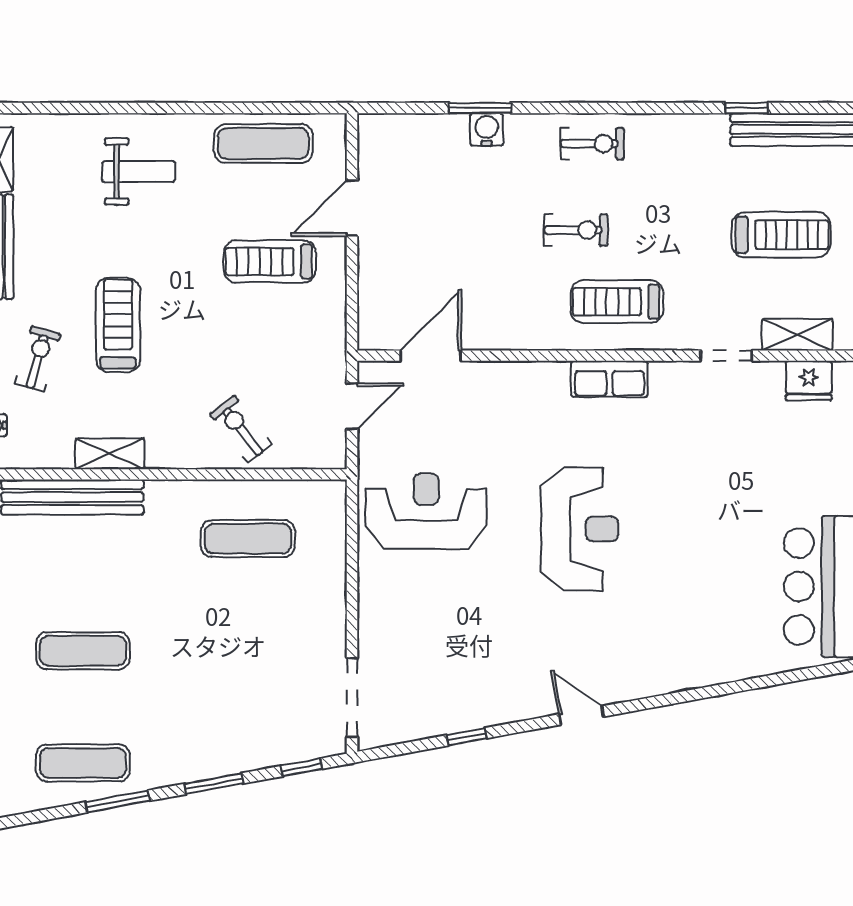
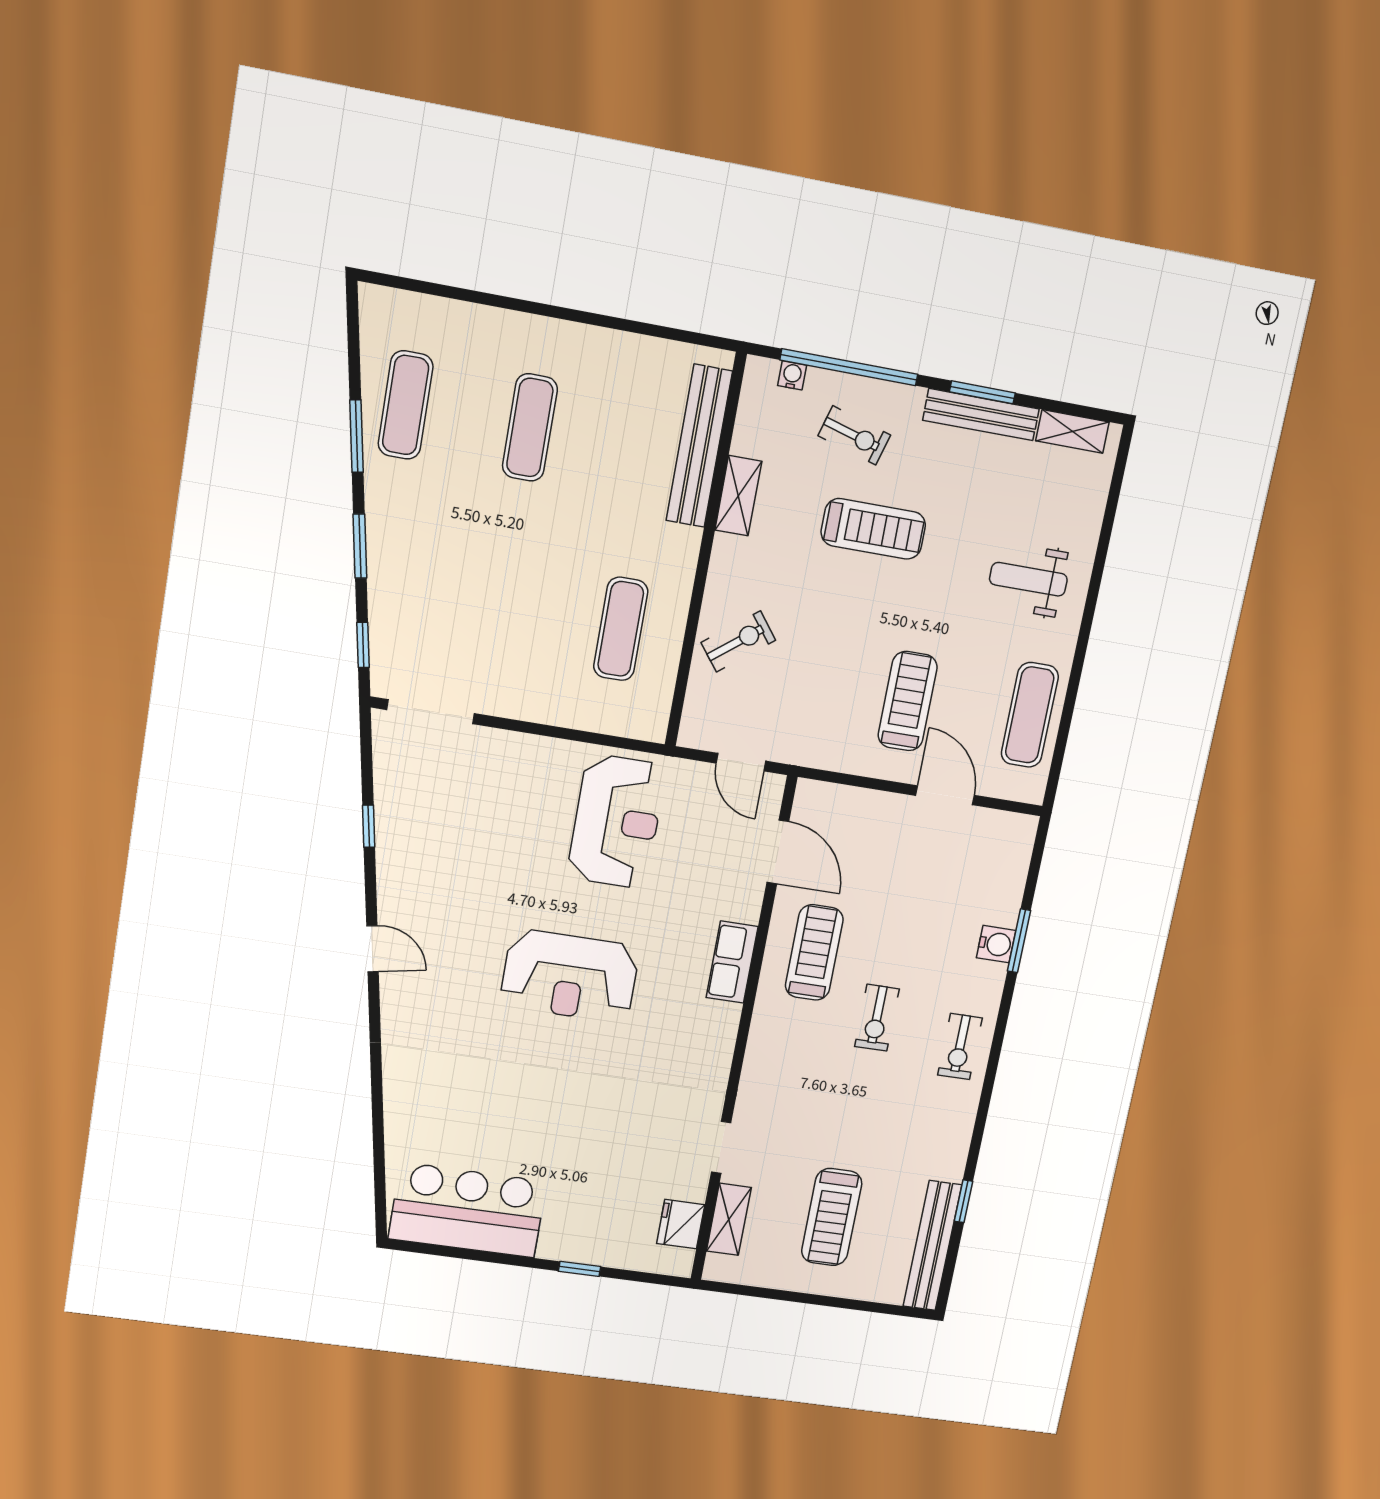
weight bench: (139, 172) -> (1028, 579), turned 90
treadmill: (617, 302) -> (814, 952), moved
row of seats: (610, 379) -> (732, 962), moved
door: (581, 715) -> (372, 949), hinge flipped

